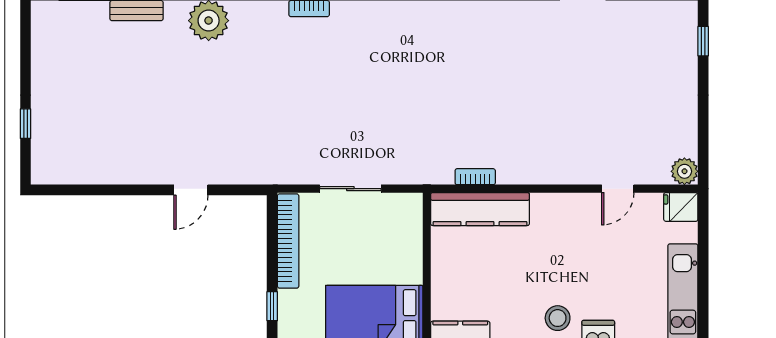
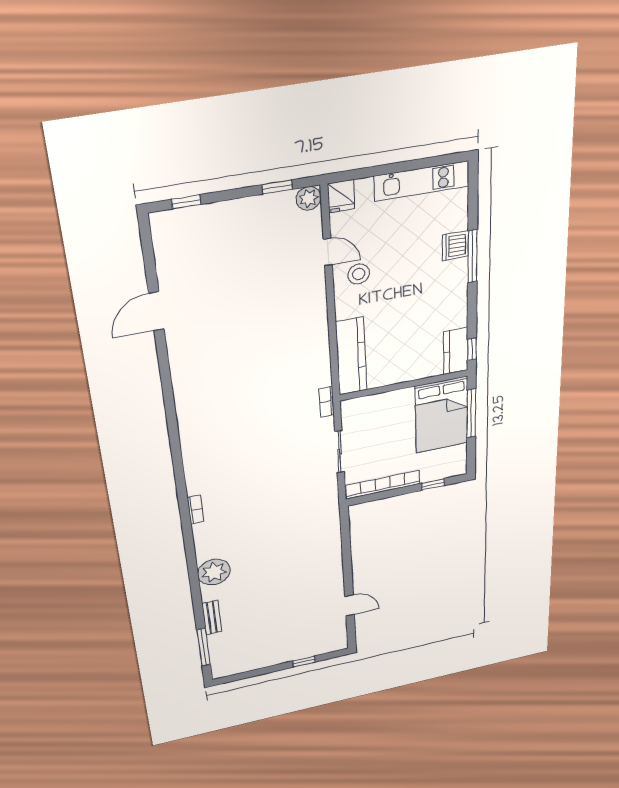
window: (703, 138) -> (277, 187), added
bookcase: (475, 177) -> (327, 402), moved
door: (191, 190) -> (350, 605), moved
stool: (558, 318) -> (359, 274), moved

